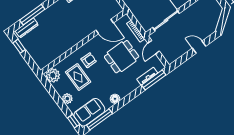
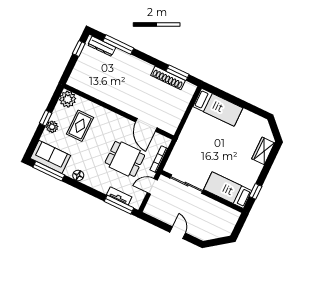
armchair: (89, 60) -> (103, 127), removed
window: (74, 121) -> (46, 118), moved

